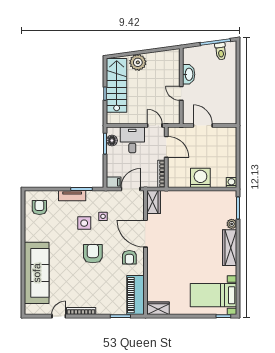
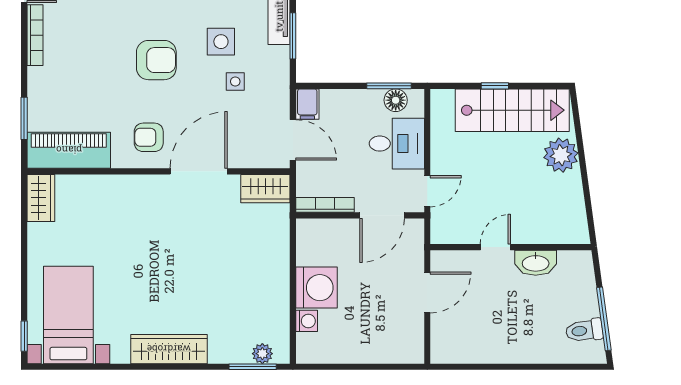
washing machine: (231, 183) -> (307, 321), moved
plant: (232, 224) -> (262, 354), moved

